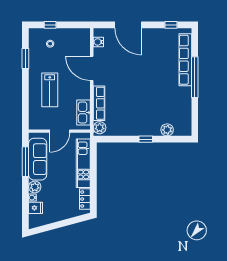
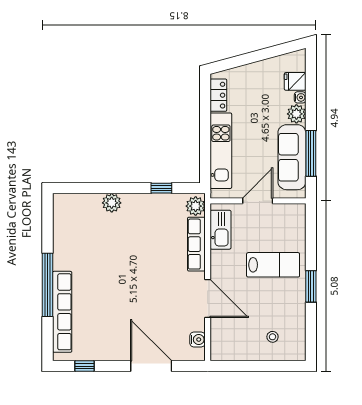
window: (50, 25) -> (272, 366), removed
window: (25, 58) -> (311, 286), moved
lab bench: (50, 90) -> (273, 265), turned 90
plant: (167, 130) -> (112, 203), moved
window: (146, 139) -> (161, 188), moved

